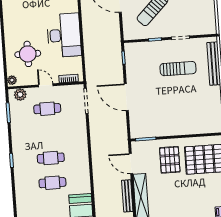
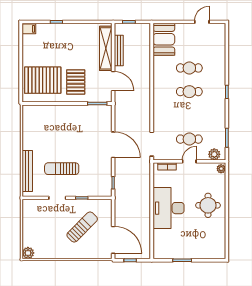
round table: (28, 54) -> (208, 205), moved
door: (46, 85) -> (189, 161), swing flipped

